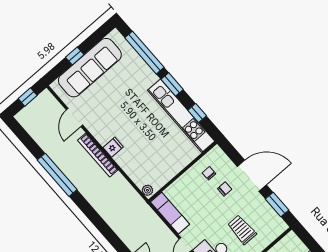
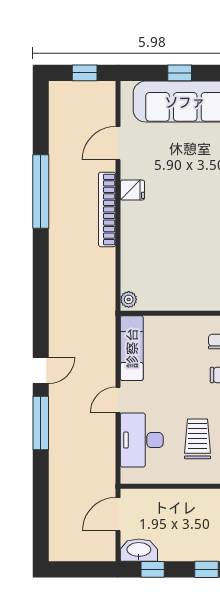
fridge: (113, 147) -> (132, 190), moved

